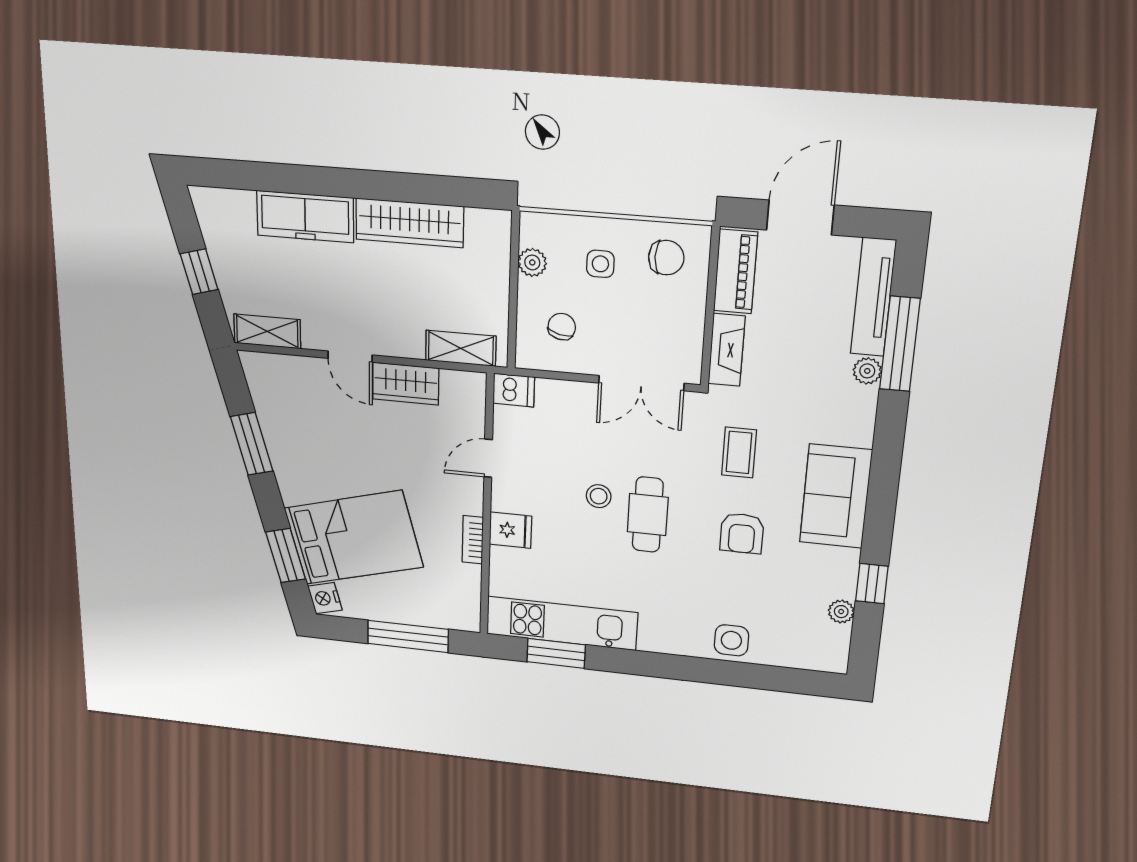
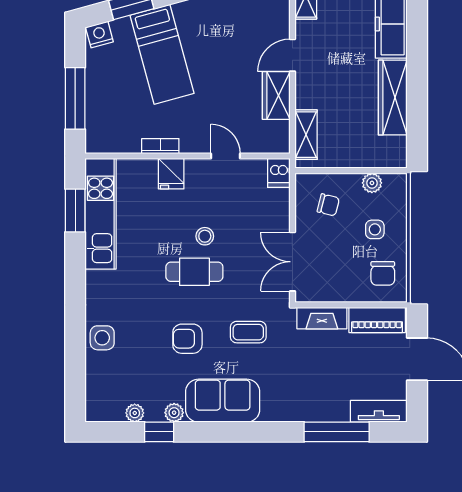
tv unit: (873, 297) -> (379, 411), width x0.71
plant: (867, 371) -> (174, 413), moved
bed: (354, 538) -> (162, 54), width x0.67

